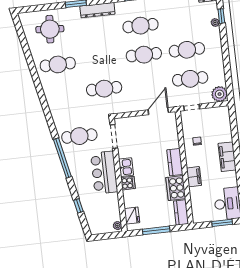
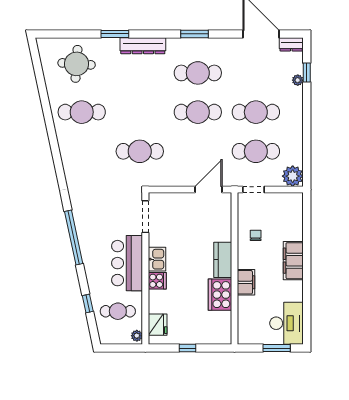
cafe table: (79, 136) -> (118, 311), moved, width x0.73, depth x0.74
kitchen counter: (181, 212) -> (223, 328), removed
window: (156, 230) -> (187, 348), width x0.46

